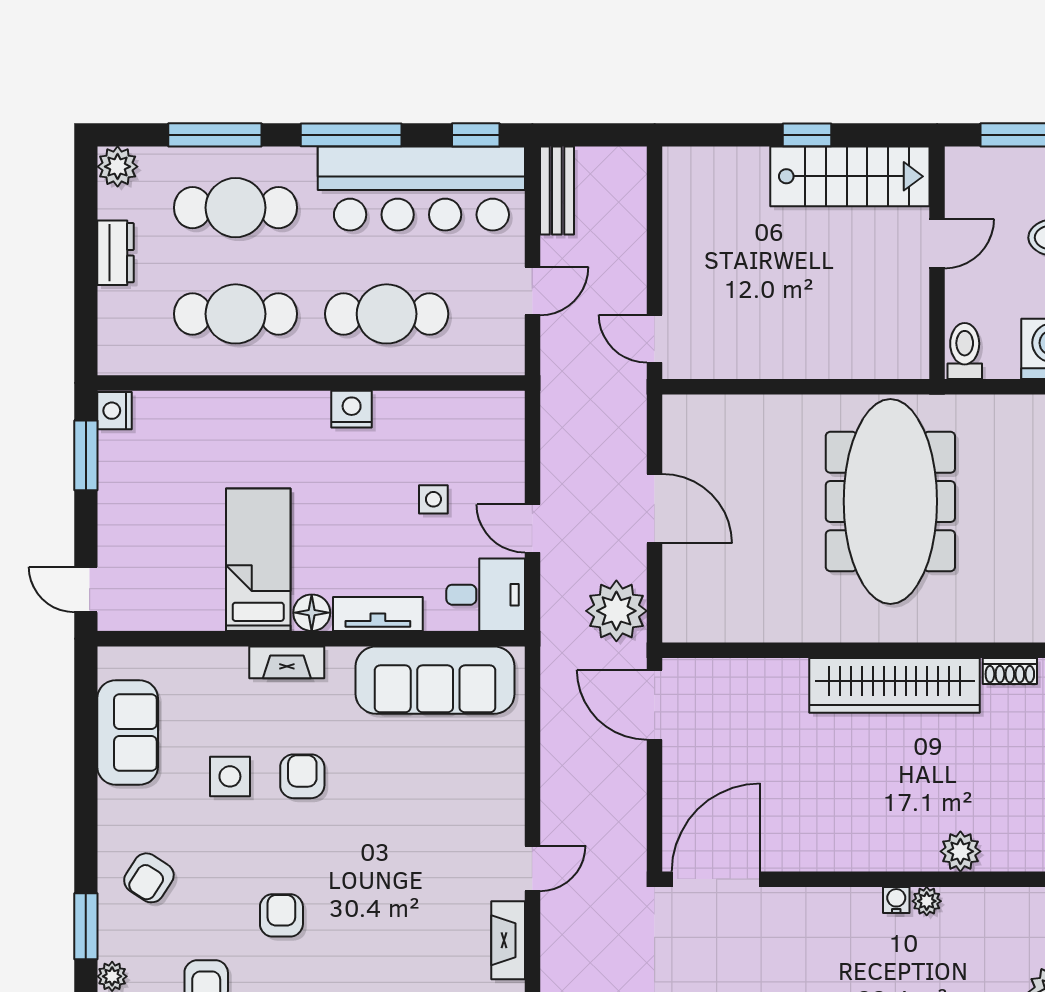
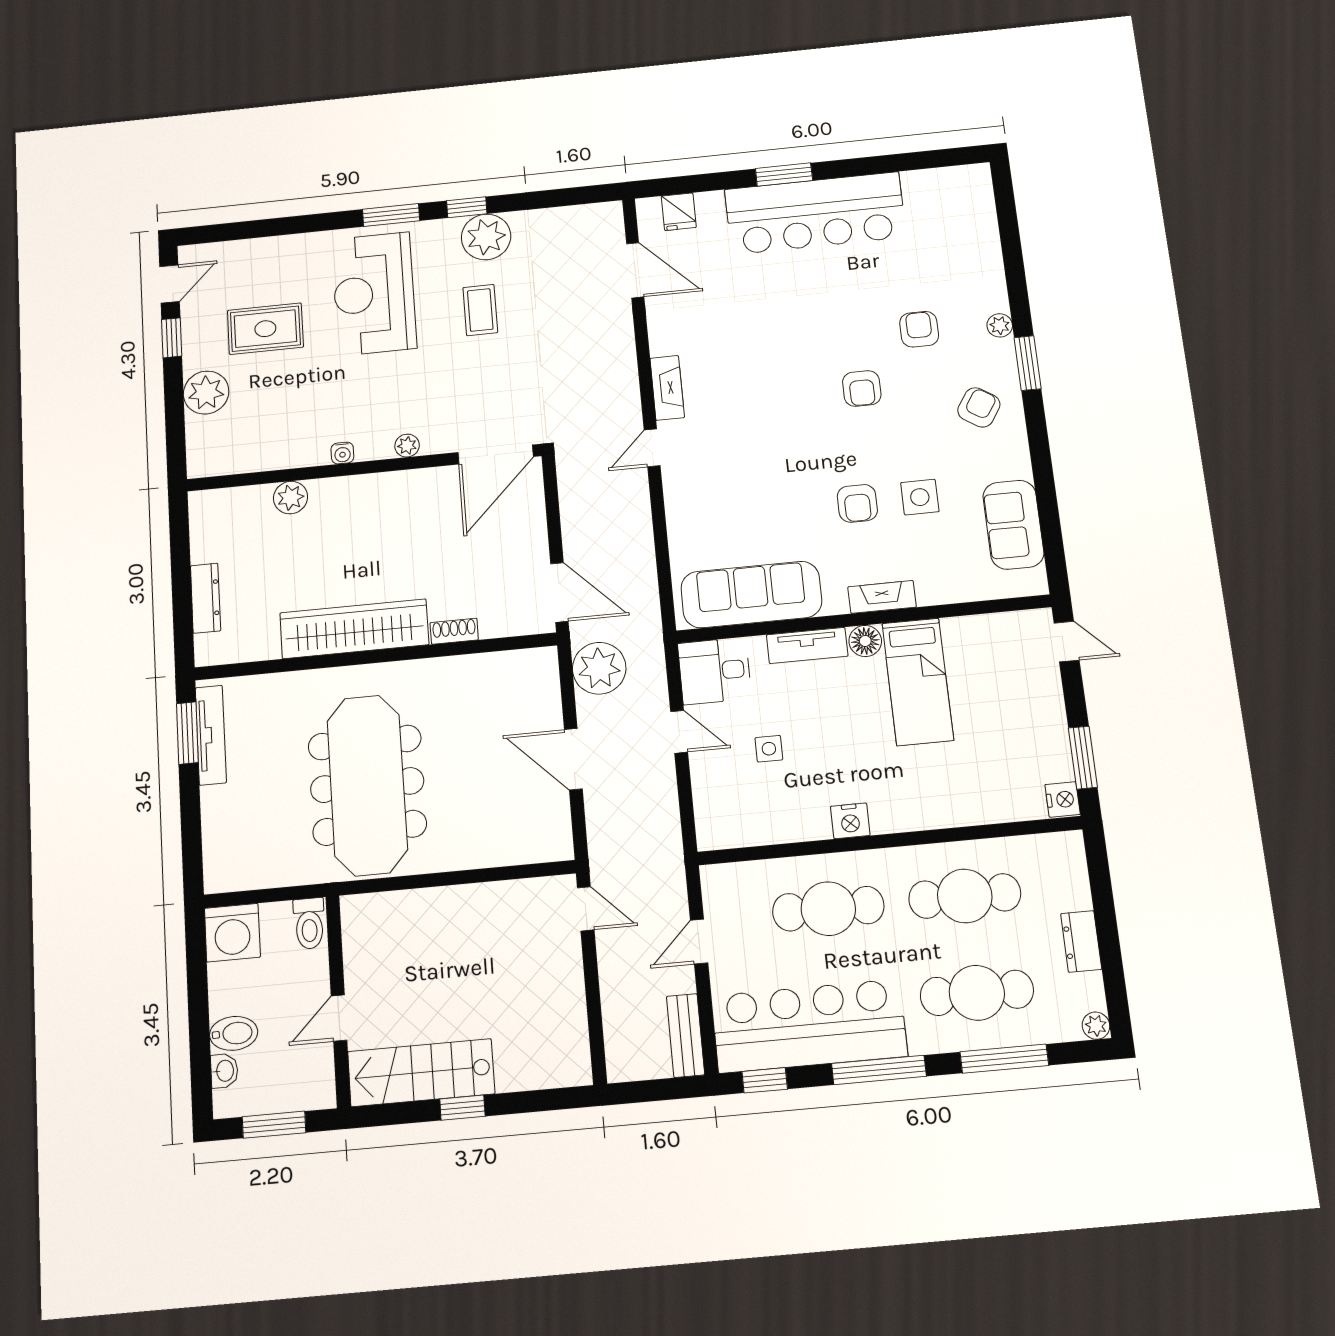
plant: (118, 167) -> (1096, 1026), width x0.73, depth x0.73
shoe rack: (1010, 671) -> (454, 631), moved
plant: (927, 901) -> (407, 446), moved

